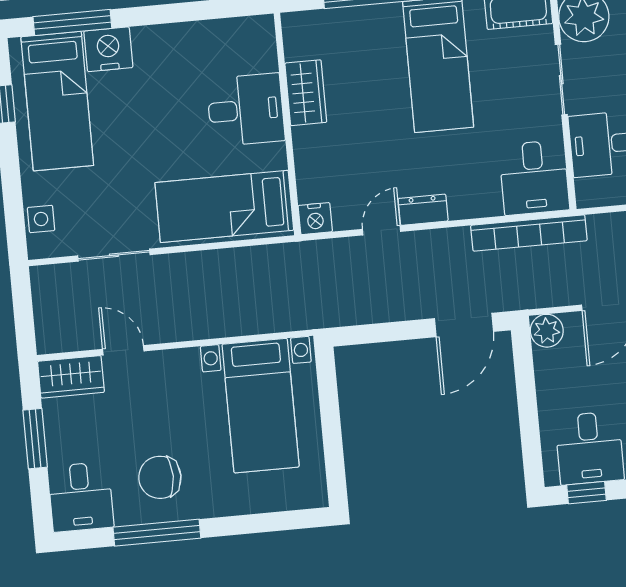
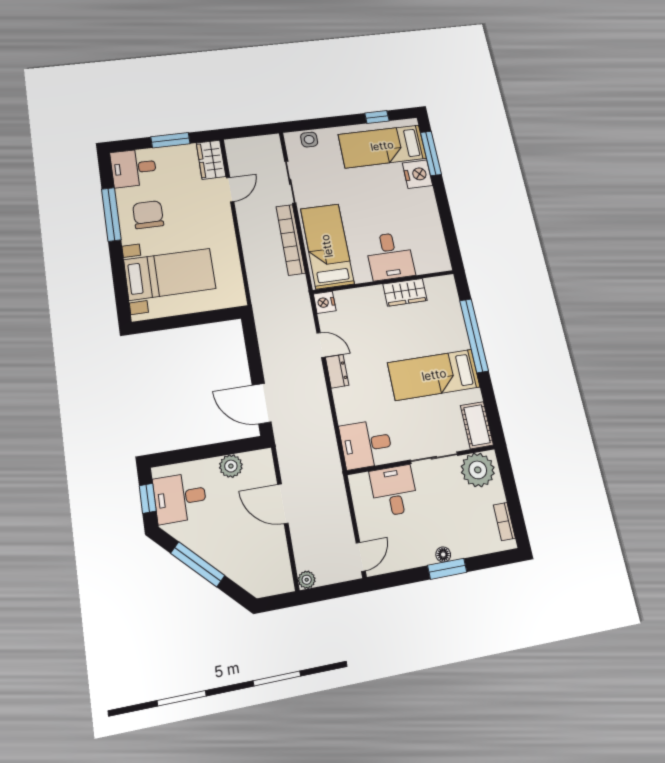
bookcase: (529, 233) -> (291, 240), moved
plant: (547, 331) -> (231, 466), moved
bed with nightstands: (261, 406) -> (170, 274), moved, turned 180

